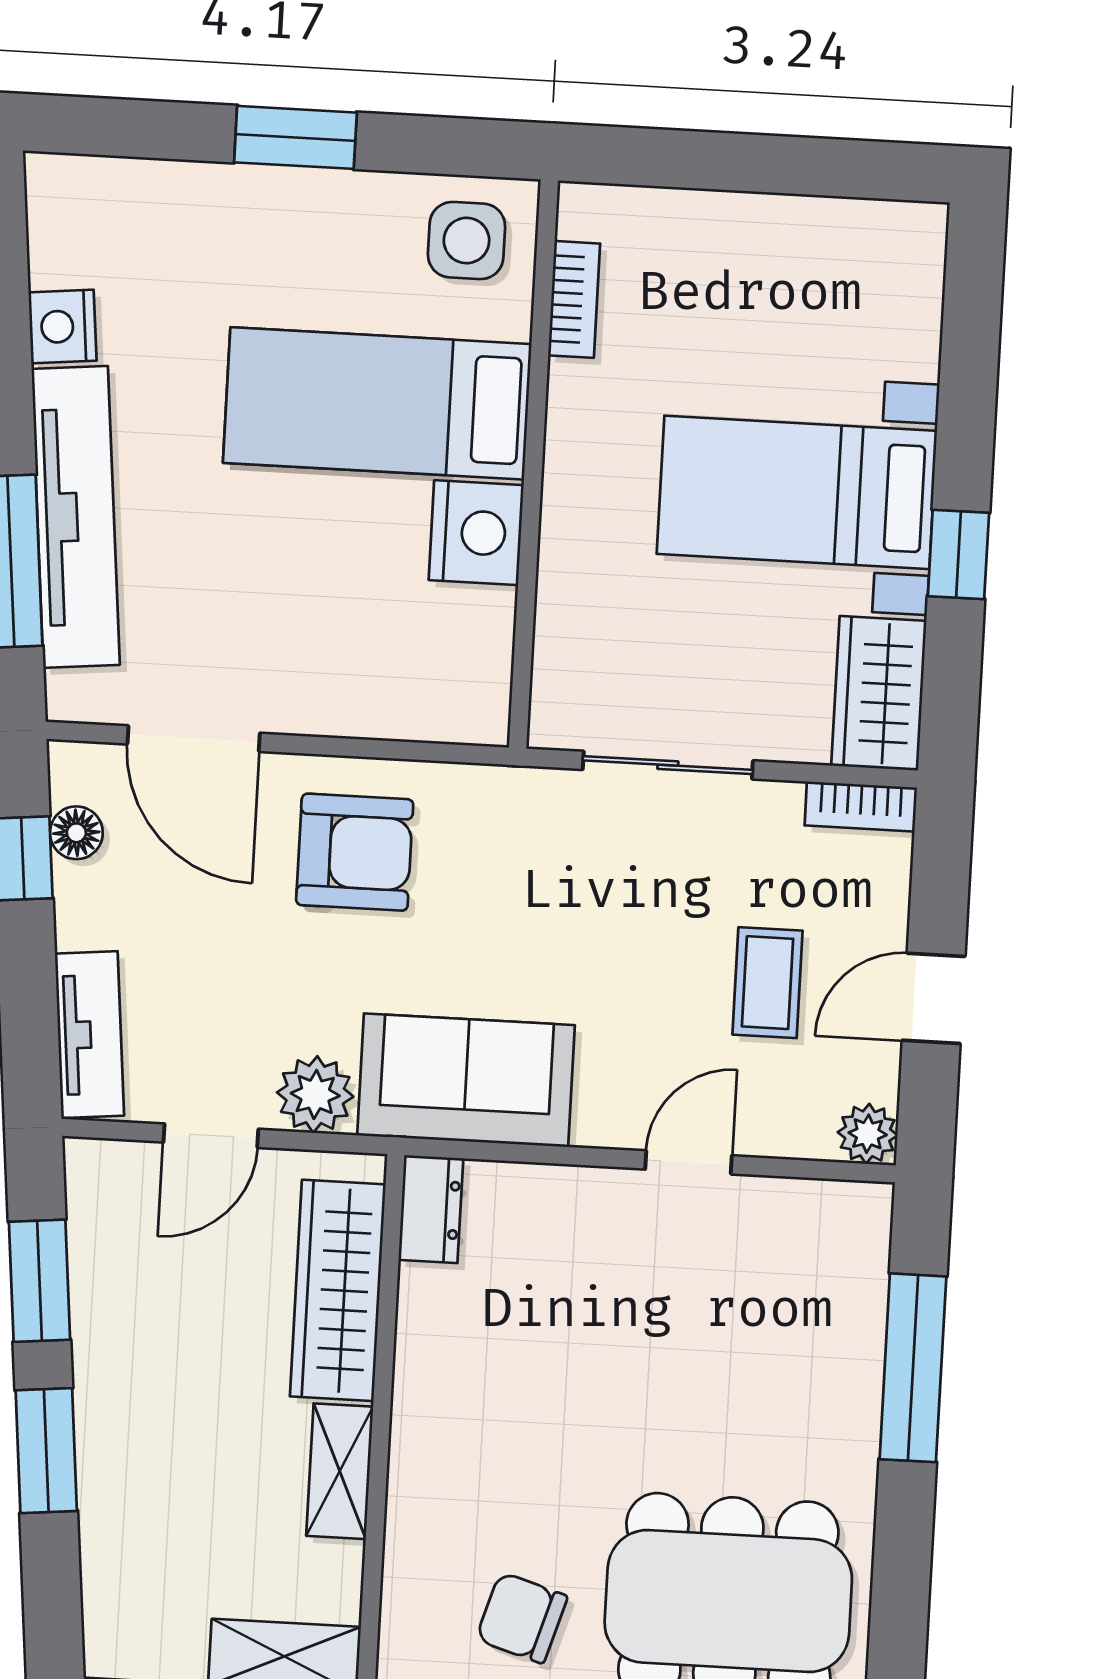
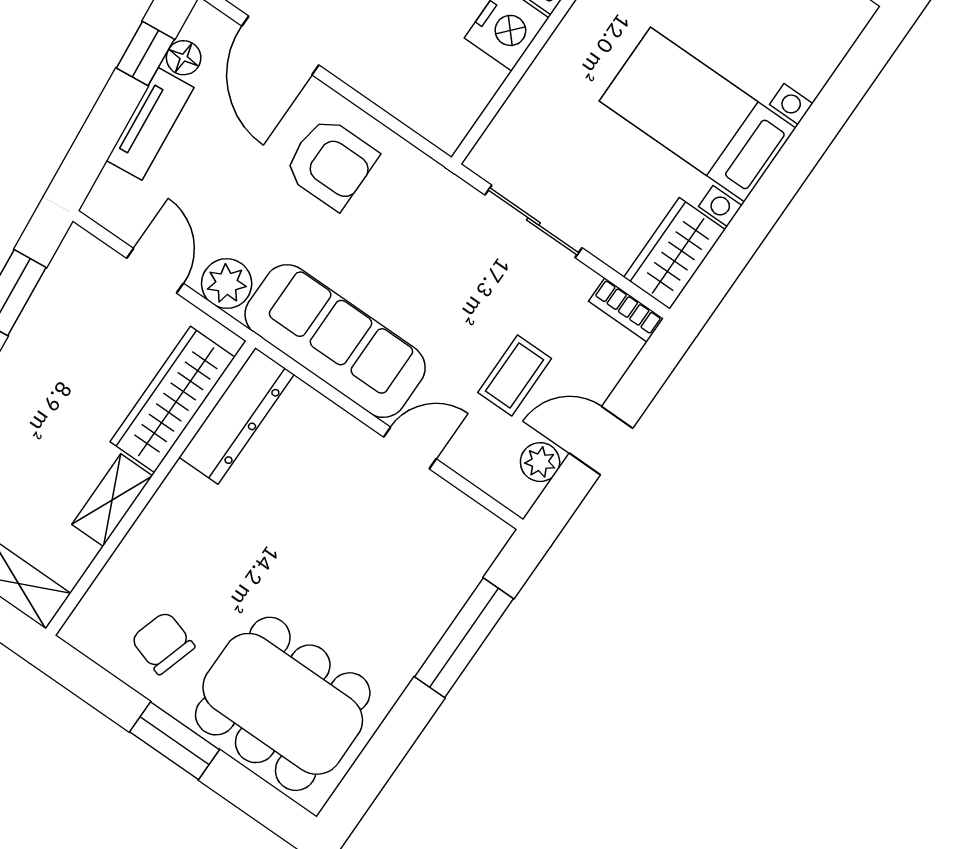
window: (958, 555) -> (766, 204), removed
tv unit: (89, 1035) -> (150, 124), moved
sofa: (466, 1080) -> (335, 341), width x1.36
plant: (868, 1134) -> (540, 462), moved
door: (211, 1136) -> (155, 271), swing flipped
dresser: (431, 1209) -> (237, 416), width x1.96, depth x1.24

